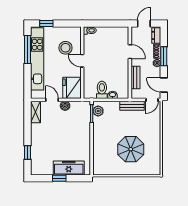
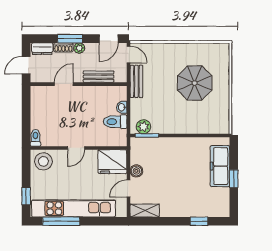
door: (144, 23) -> (26, 65), hinge flipped
stool: (65, 48) -> (43, 161), moved

